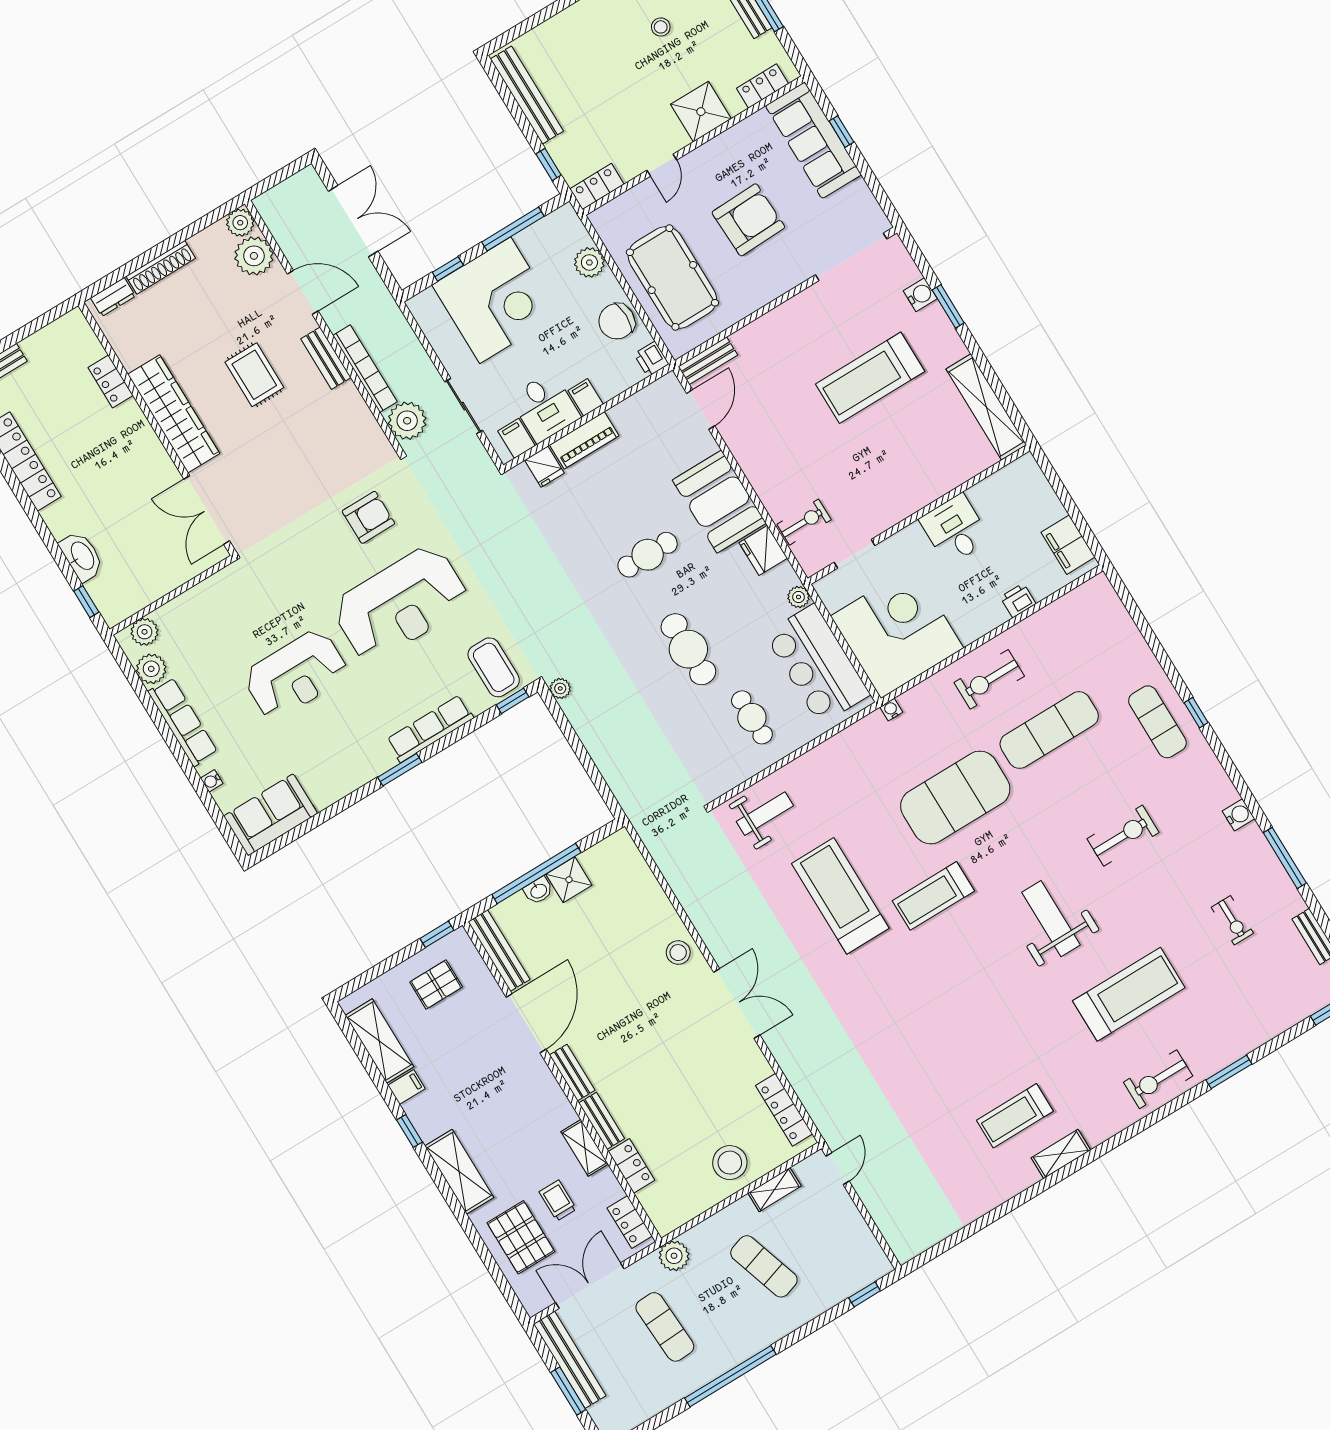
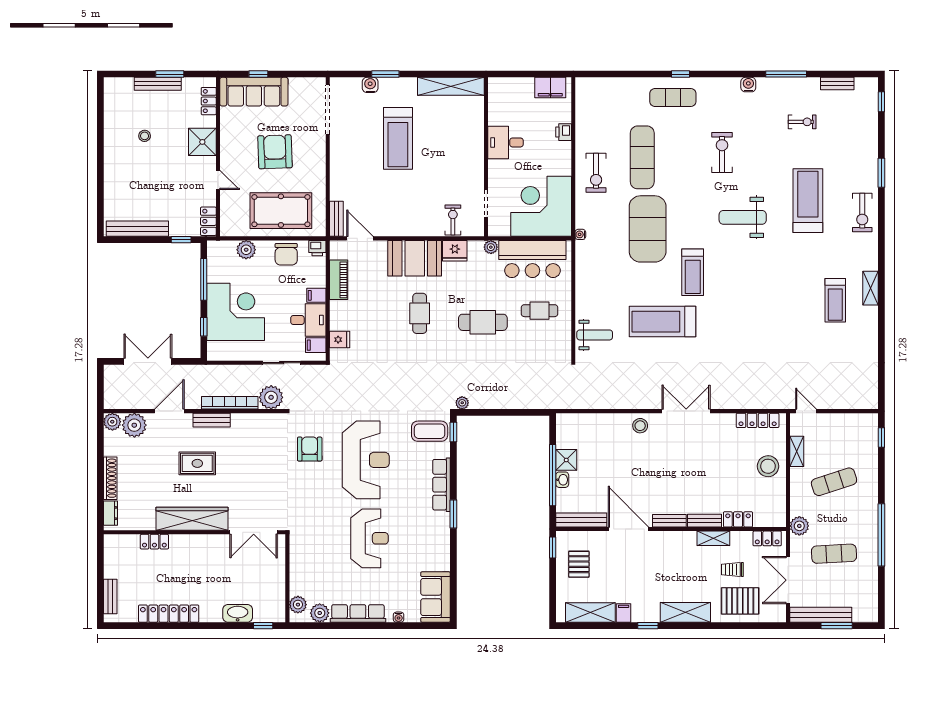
piano: (584, 440) -> (339, 280), moved
weight bench: (765, 814) -> (595, 335), turned 90

